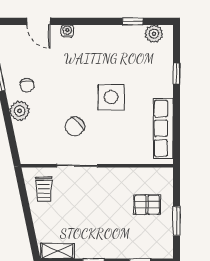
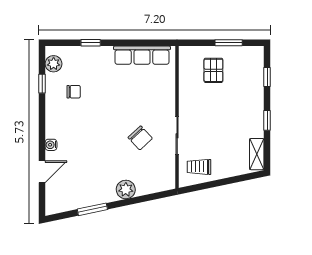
chair: (27, 85) -> (74, 92), moved
side table: (111, 97) -> (113, 104), removed
trolley: (44, 189) -> (199, 167), turned 180

